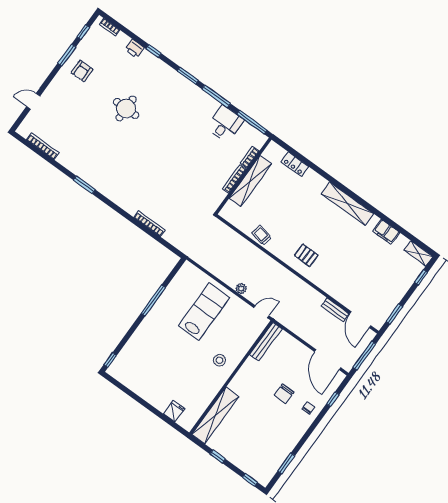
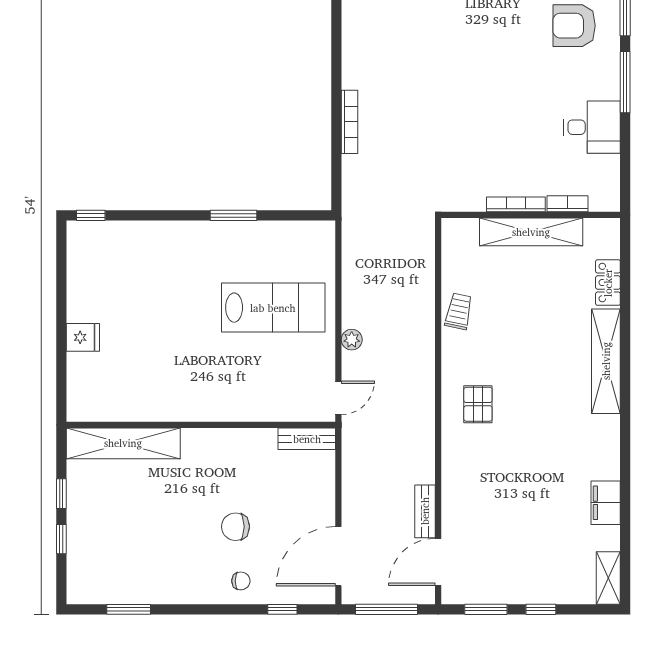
armchair: (177, 101) -> (574, 26), added
window: (252, 122) -> (625, 168), removed
shelving: (347, 204) -> (606, 361), moved
window: (421, 277) -> (541, 609), moved
window: (153, 300) -> (233, 215), width x0.69
door: (261, 312) -> (338, 398), hinge flipped
bench: (266, 342) -> (307, 439), width x0.73
stool: (220, 360) -> (215, 387), removed
fridge: (174, 411) -> (83, 337), moved
window: (250, 480) -> (61, 539), moved

